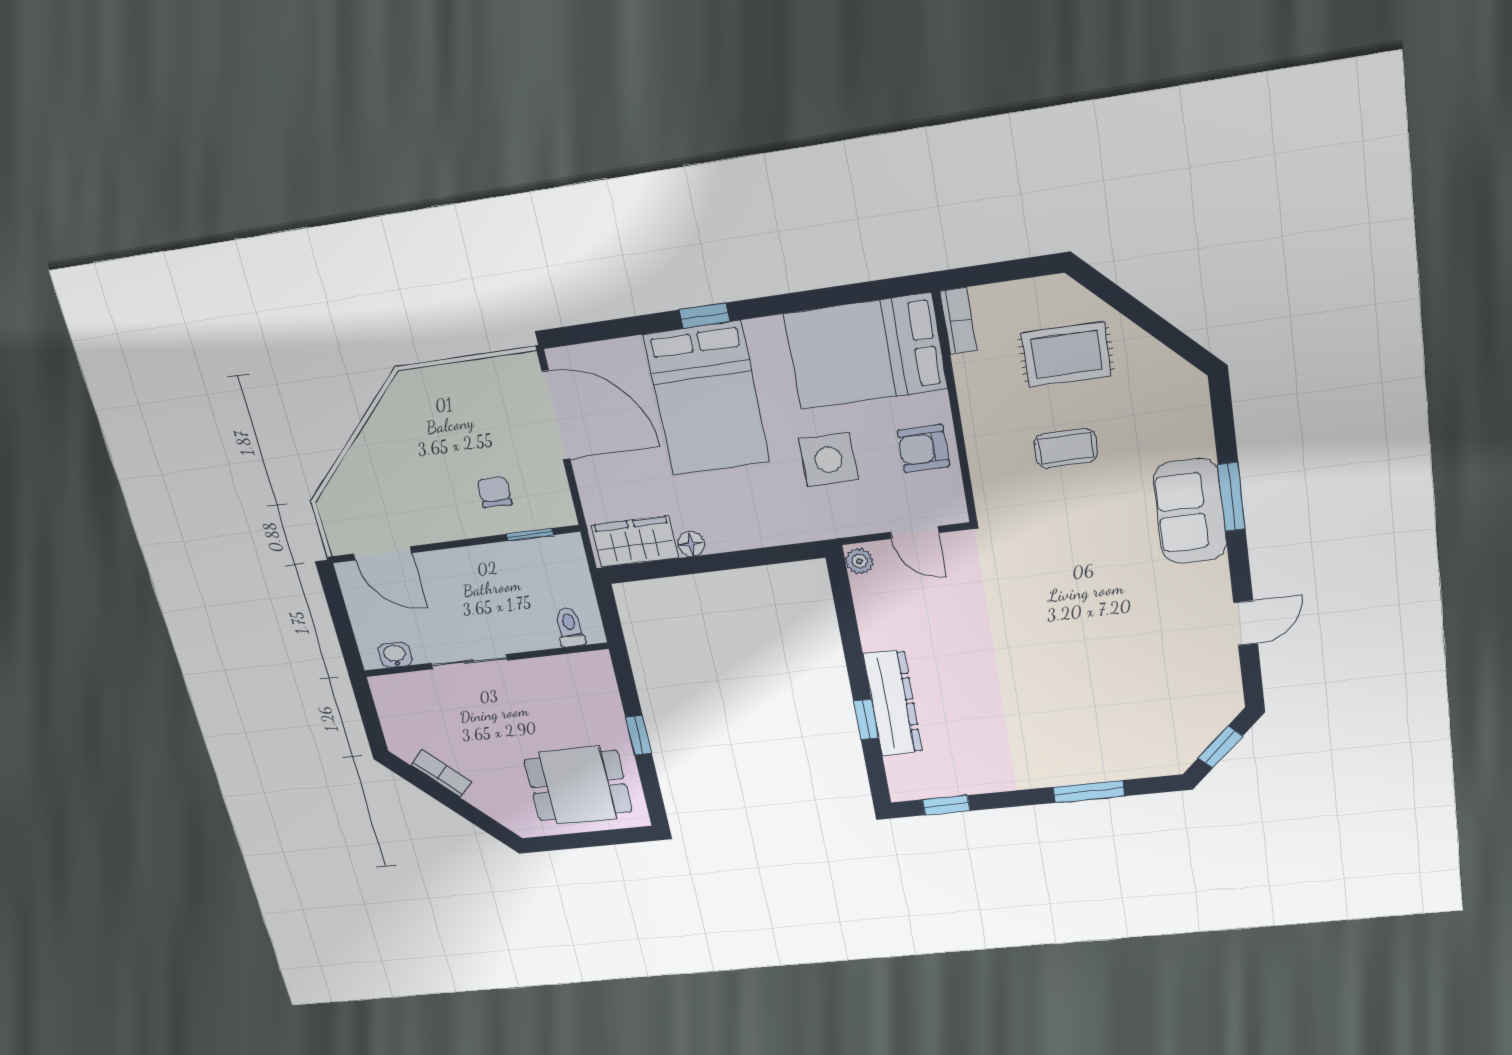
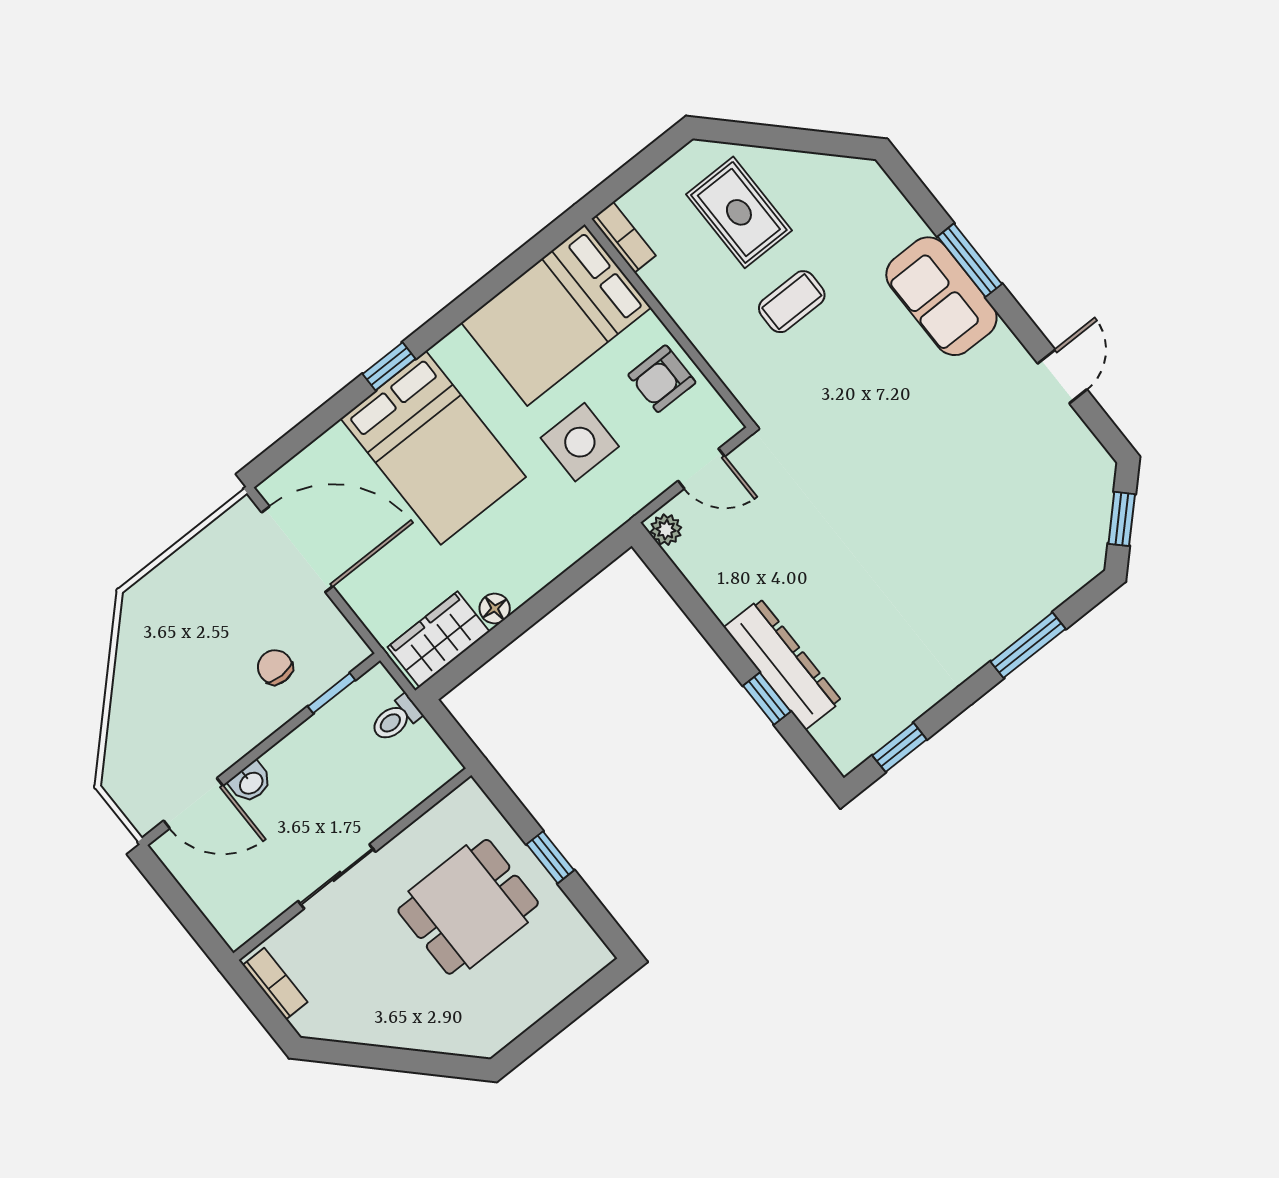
rug: (1066, 354) -> (739, 212), turned 90
toilet: (570, 627) -> (396, 719), moved, turned -90
washbasin: (395, 655) -> (251, 782), moved, turned 180
bookcase: (441, 774) -> (275, 984), moved, turned 45
dining table: (578, 786) -> (468, 907), moved

